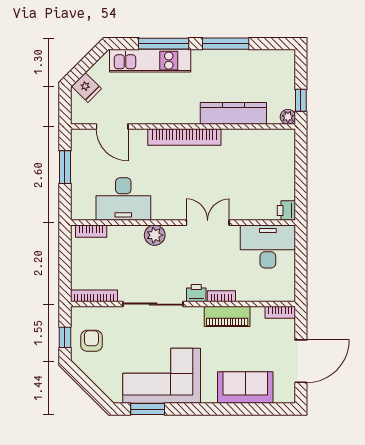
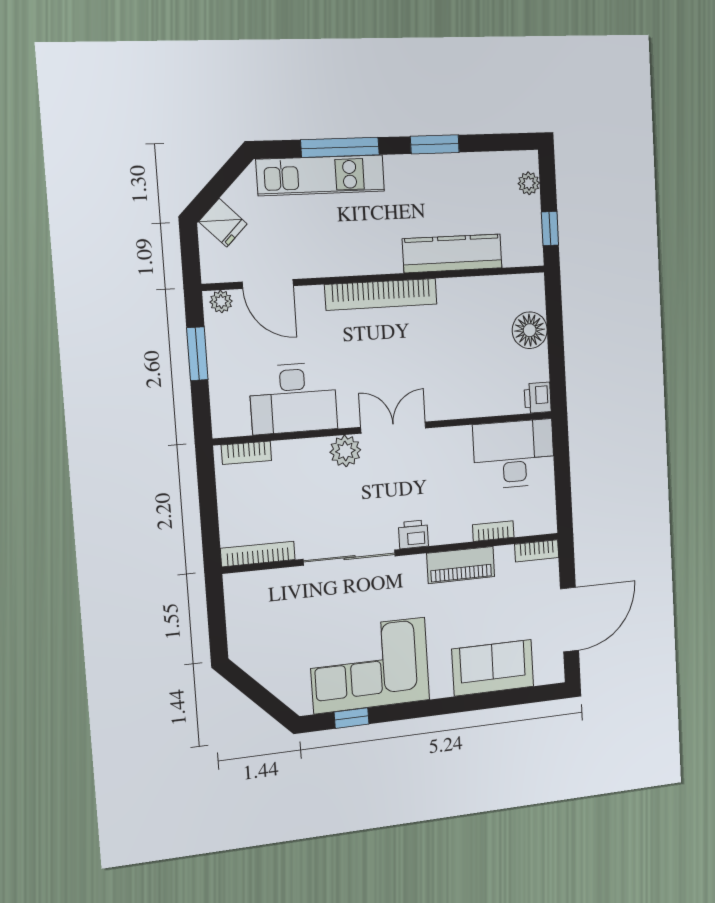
window: (226, 44) -> (435, 144), width x0.69
plant: (288, 117) -> (529, 183), moved
plant: (82, 136) -> (221, 302), added
floor lamp: (283, 166) -> (530, 330), added
double door: (208, 223) -> (393, 428), moved
bookcase: (221, 296) -> (493, 531), moved
window: (65, 337) -> (217, 624), removed
armchair: (91, 341) -> (259, 624), removed
window: (148, 409) -> (352, 718), width x0.67

